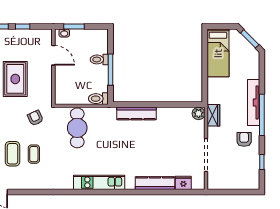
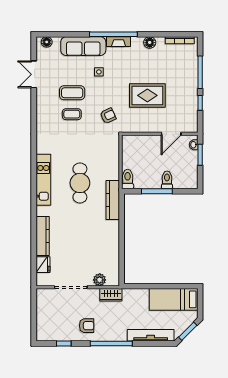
tv unit: (254, 103) -> (151, 335), moved
kitchen counter: (136, 113) -> (113, 200), moved
plant: (199, 113) -> (100, 280), moved
cafe table: (77, 128) -> (80, 183), moved, turned 90

